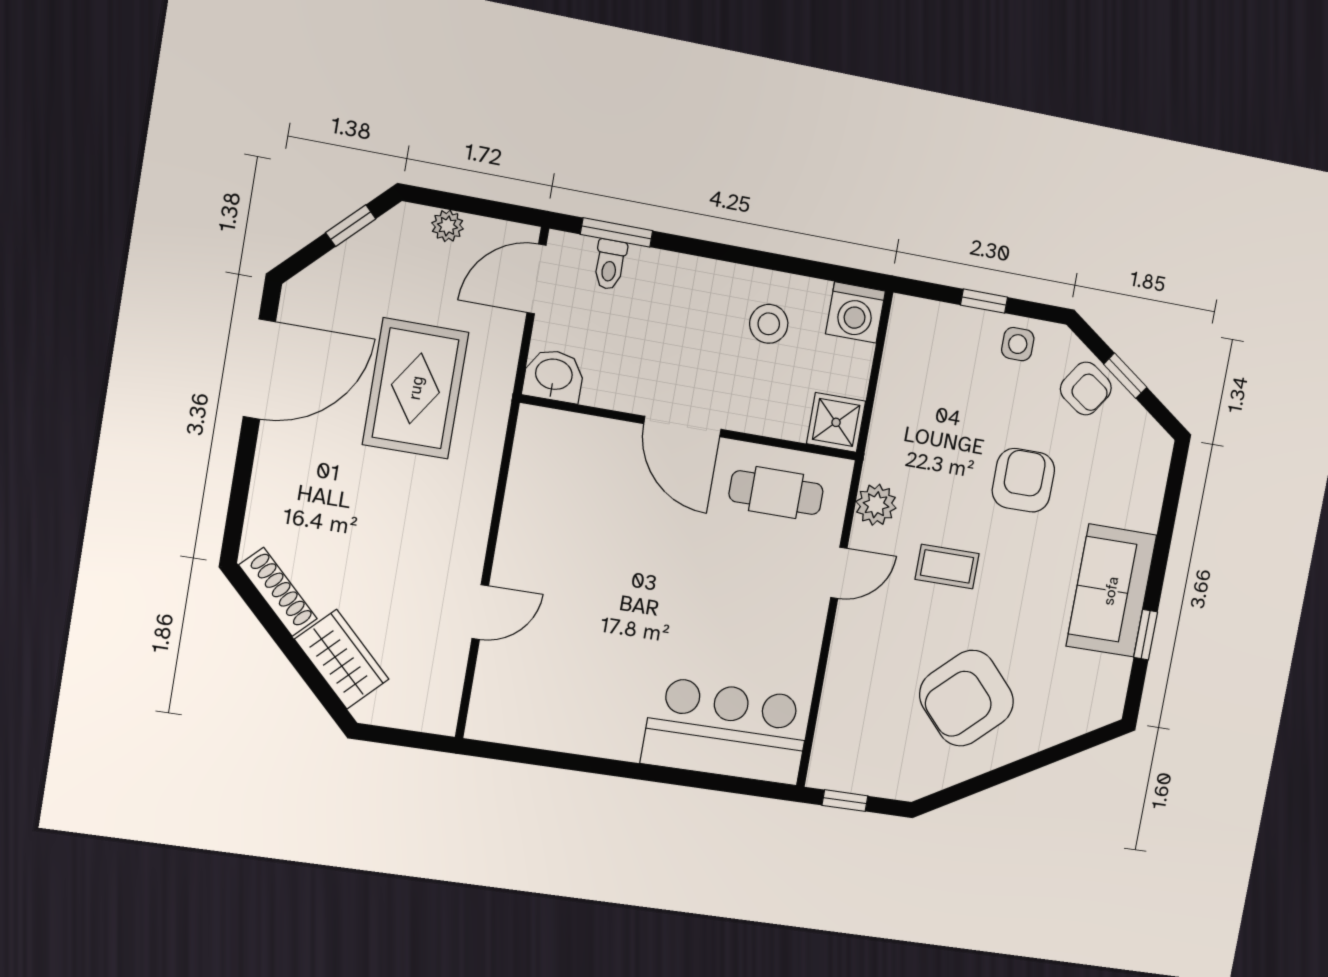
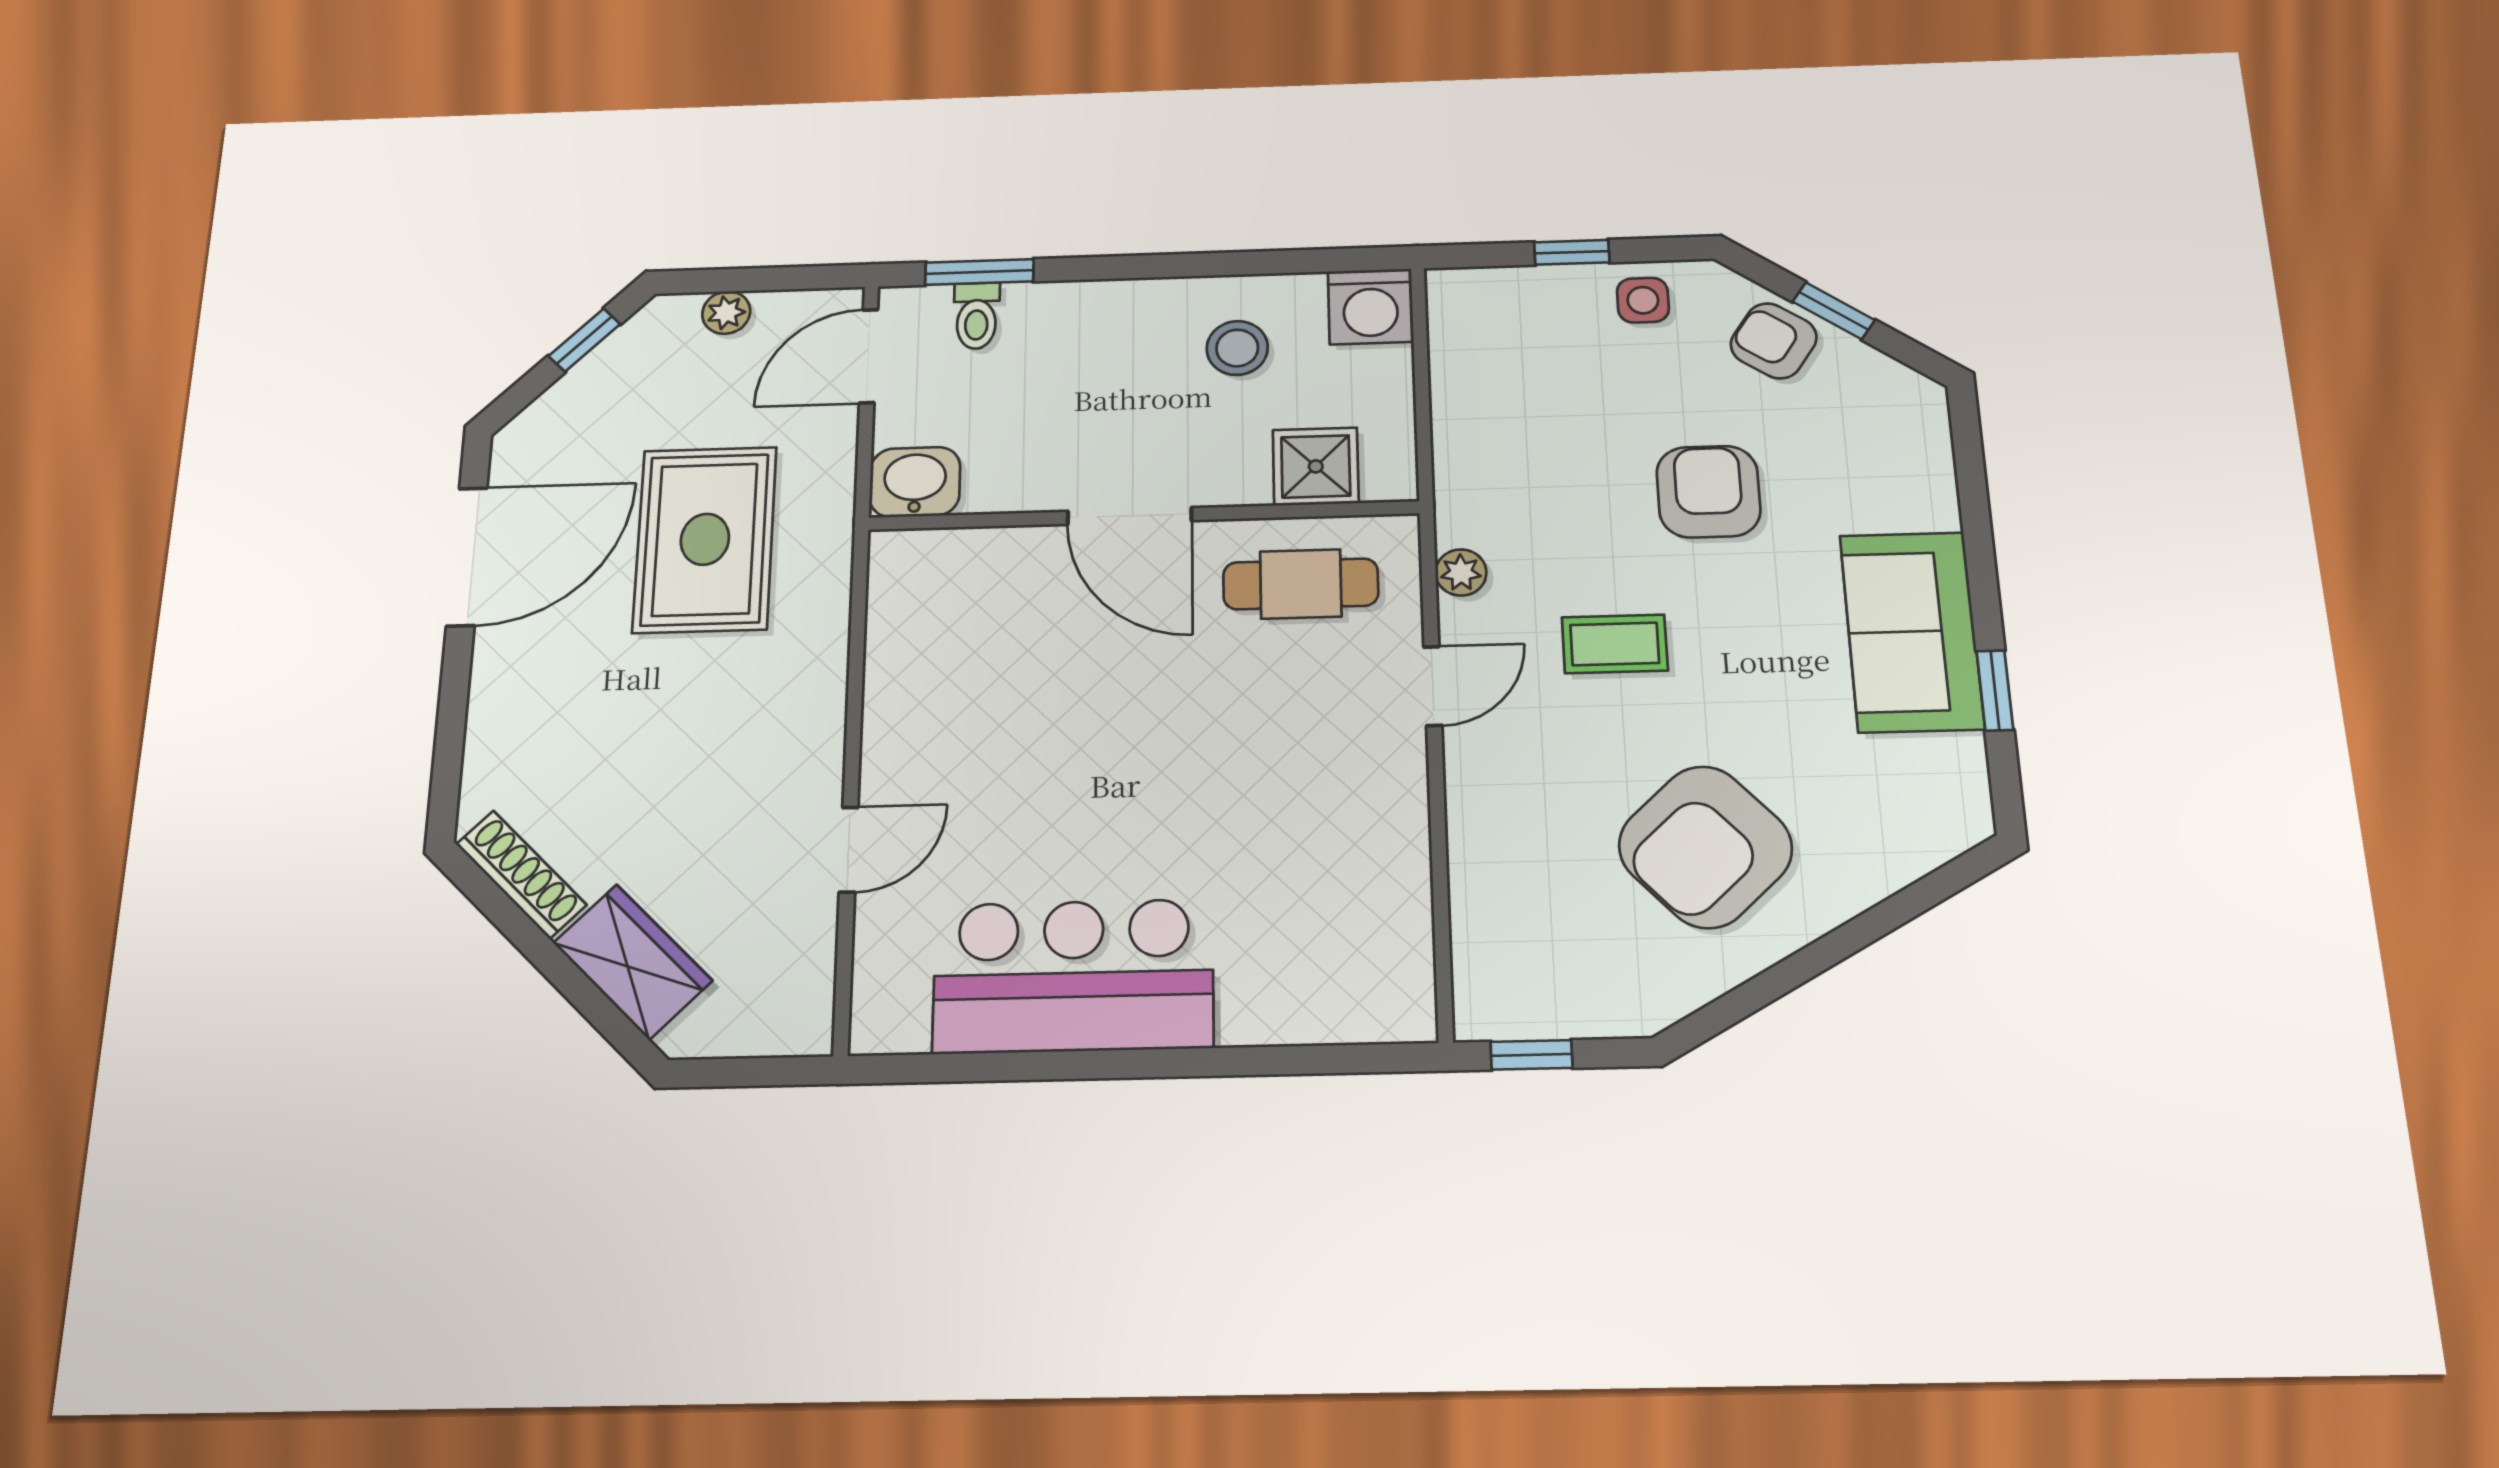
armchair: (1086, 389) -> (1774, 341), turned 180
shower: (836, 422) -> (1316, 466), moved
plant: (876, 505) -> (1461, 573), width x0.73, depth x0.73
bar counter: (726, 731) -> (1073, 976), moved

